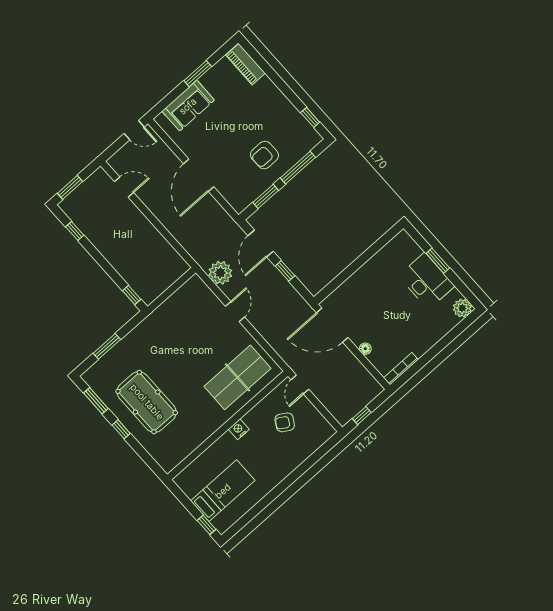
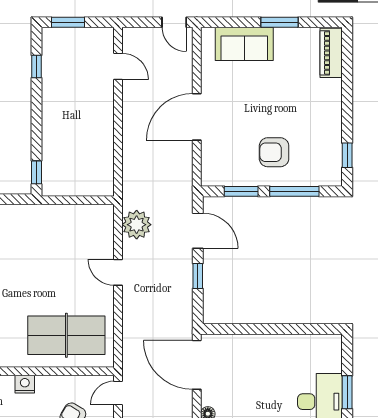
door: (261, 243) -> (198, 231), swing flipped
door: (235, 312) -> (118, 272), swing flipped

